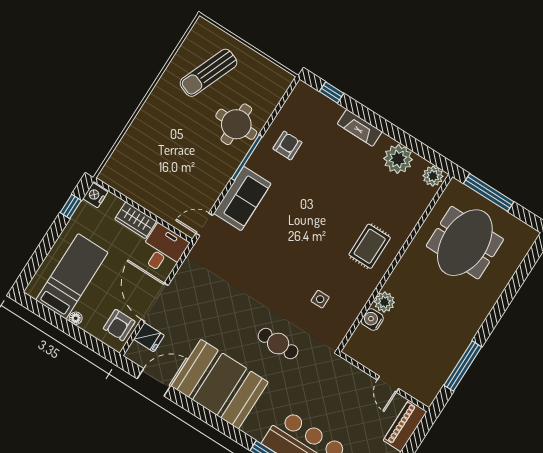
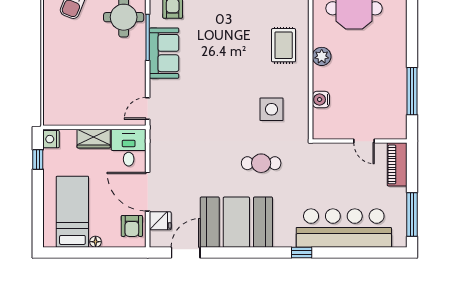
sofa: (242, 199) -> (164, 53), moved
side table: (320, 299) -> (272, 109), width x1.87, depth x1.87
plant: (384, 302) -> (322, 56), moved

